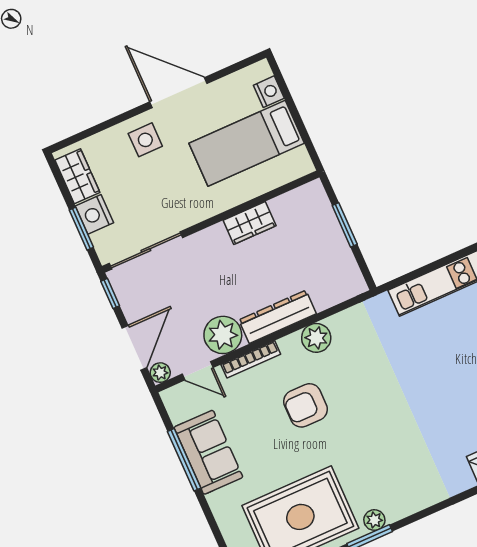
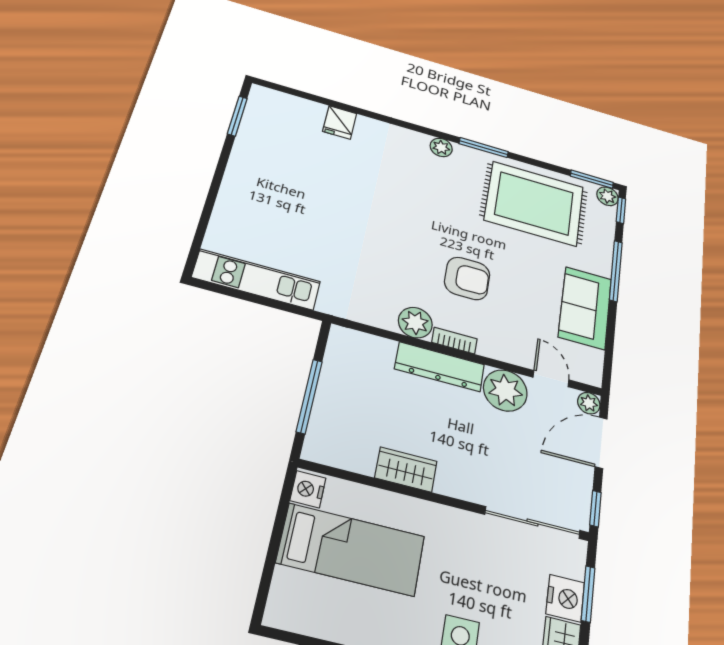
nightstand: (269, 92) -> (308, 489), moved
window: (345, 225) -> (309, 396), width x1.44
bookcase: (251, 359) -> (454, 341), moved, width x0.64
window: (184, 460) -> (616, 271), moved
plant: (374, 520) -> (441, 147), moved

